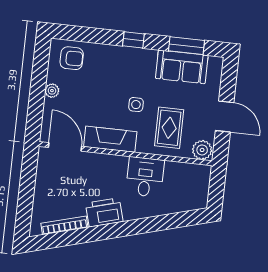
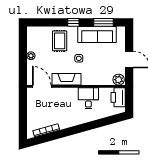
armchair: (72, 58) -> (40, 36), removed
sofa: (182, 67) -> (97, 34), width x1.36
rug: (169, 128) -> (60, 41), moved
printer: (104, 212) -> (118, 97), moved, turned -74

